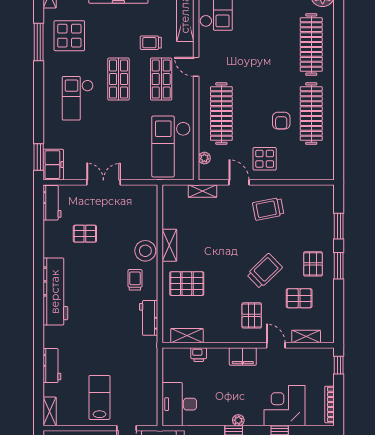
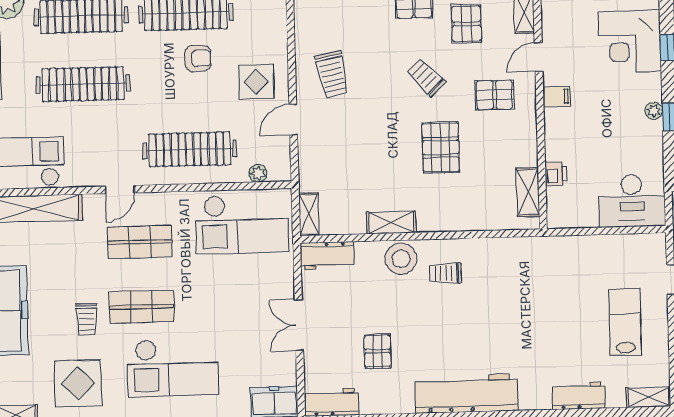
trolley: (151, 43) -> (87, 319), moved
clothes rail: (266, 45) -> (83, 84), added
checkout: (78, 98) -> (173, 368), width x1.36, depth x1.21
shelving: (203, 191) -> (309, 214), moved
trolley: (264, 271) -> (426, 77), width x0.73, depth x0.72
pallet: (187, 284) -> (441, 147), moved
workbench: (149, 318) -> (327, 256), moved
filing cabinet: (243, 356) -> (557, 96), width x0.50
lab bench: (99, 397) -> (625, 322), turned 90

